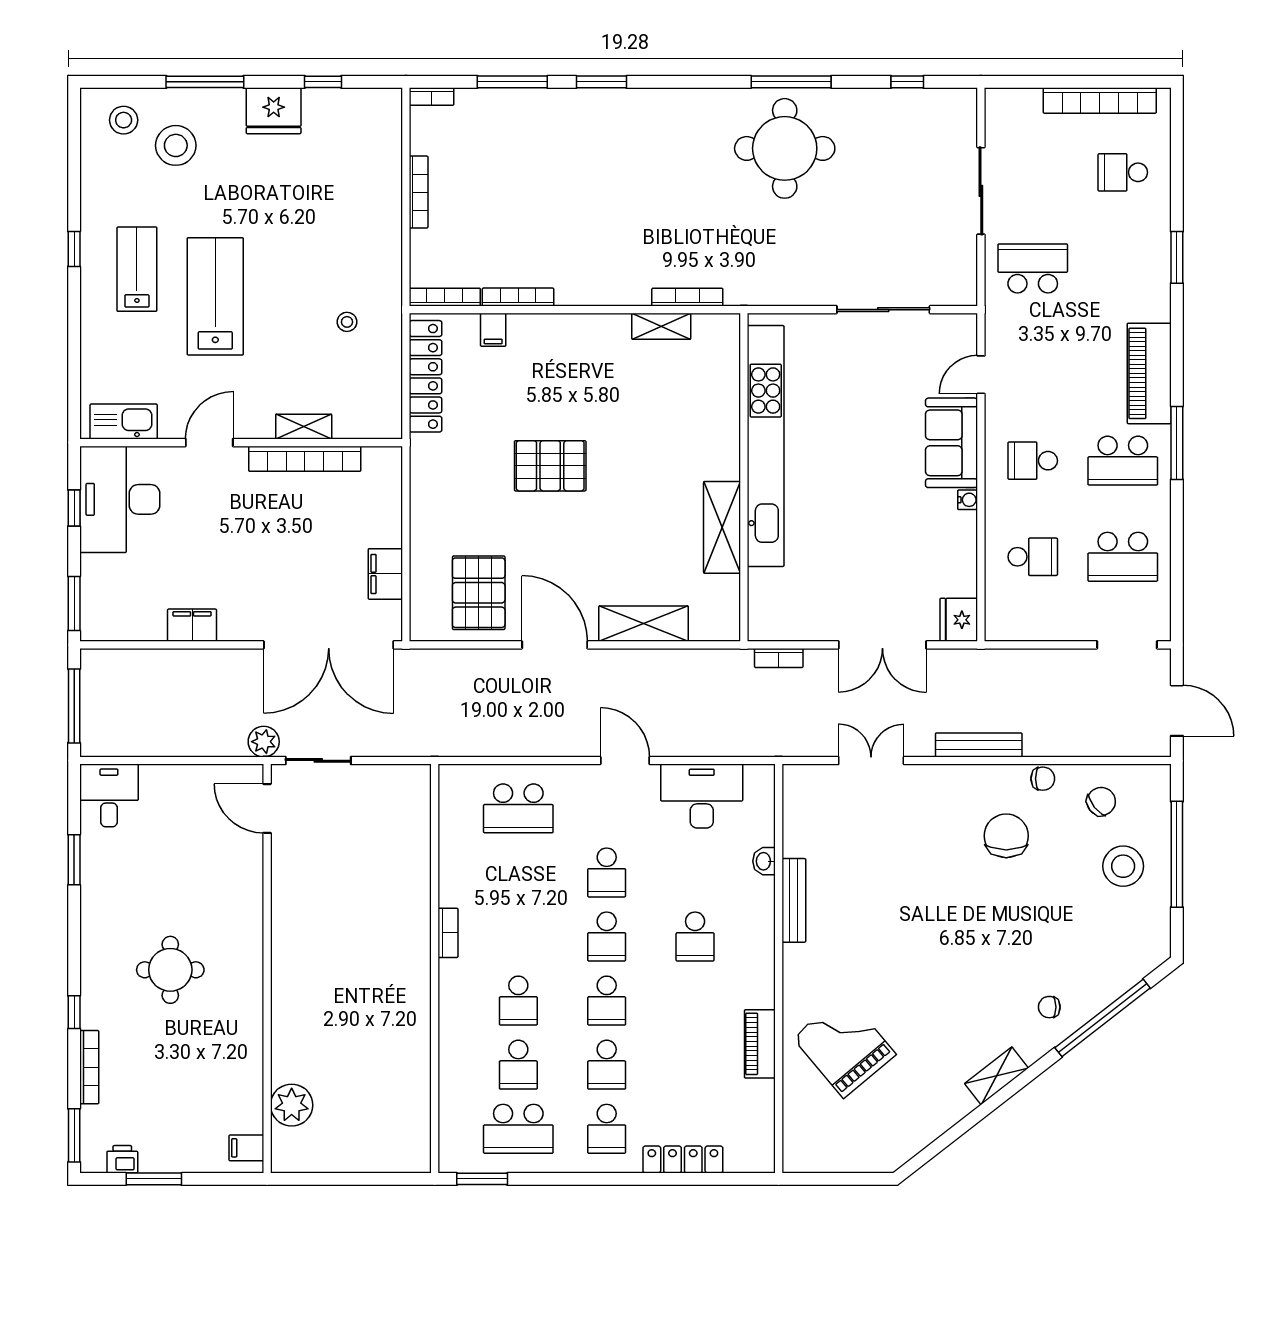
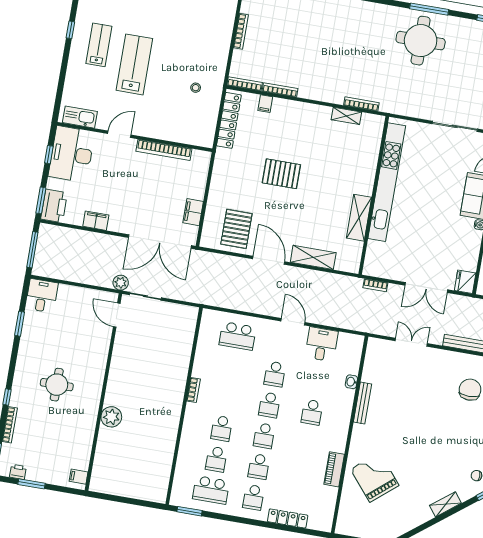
shelving: (304, 427) -> (166, 134), removed
printer: (102, 610) -> (54, 206), added
desk: (702, 796) -> (322, 344), width x0.73
plant: (292, 1105) -> (111, 417), moved

